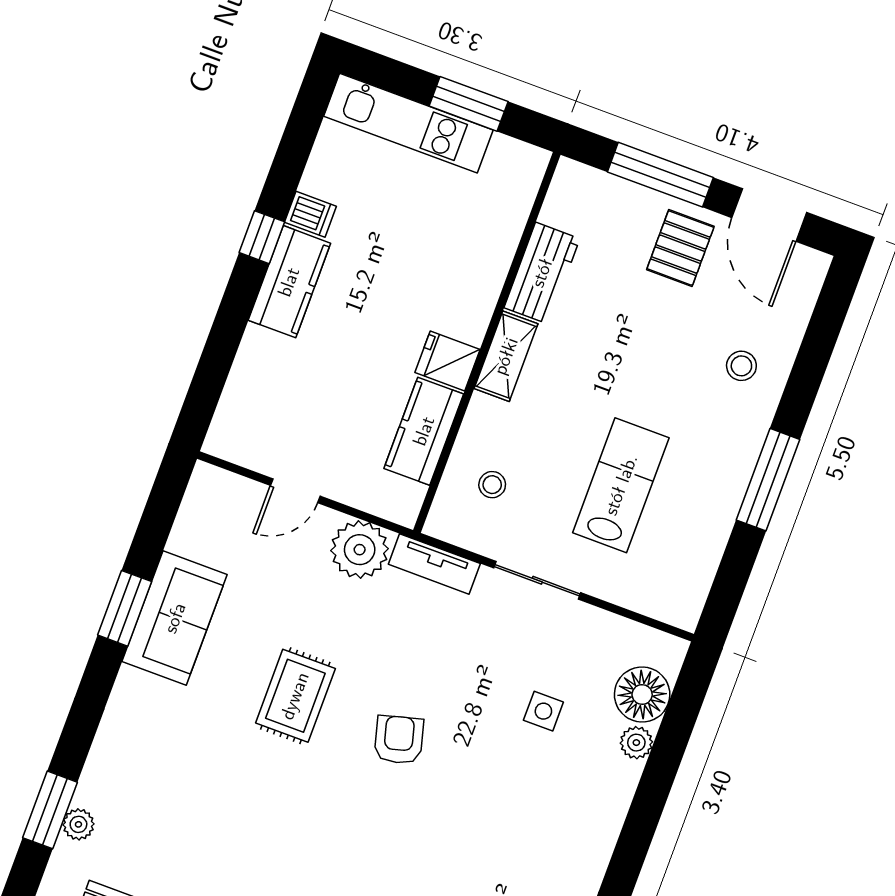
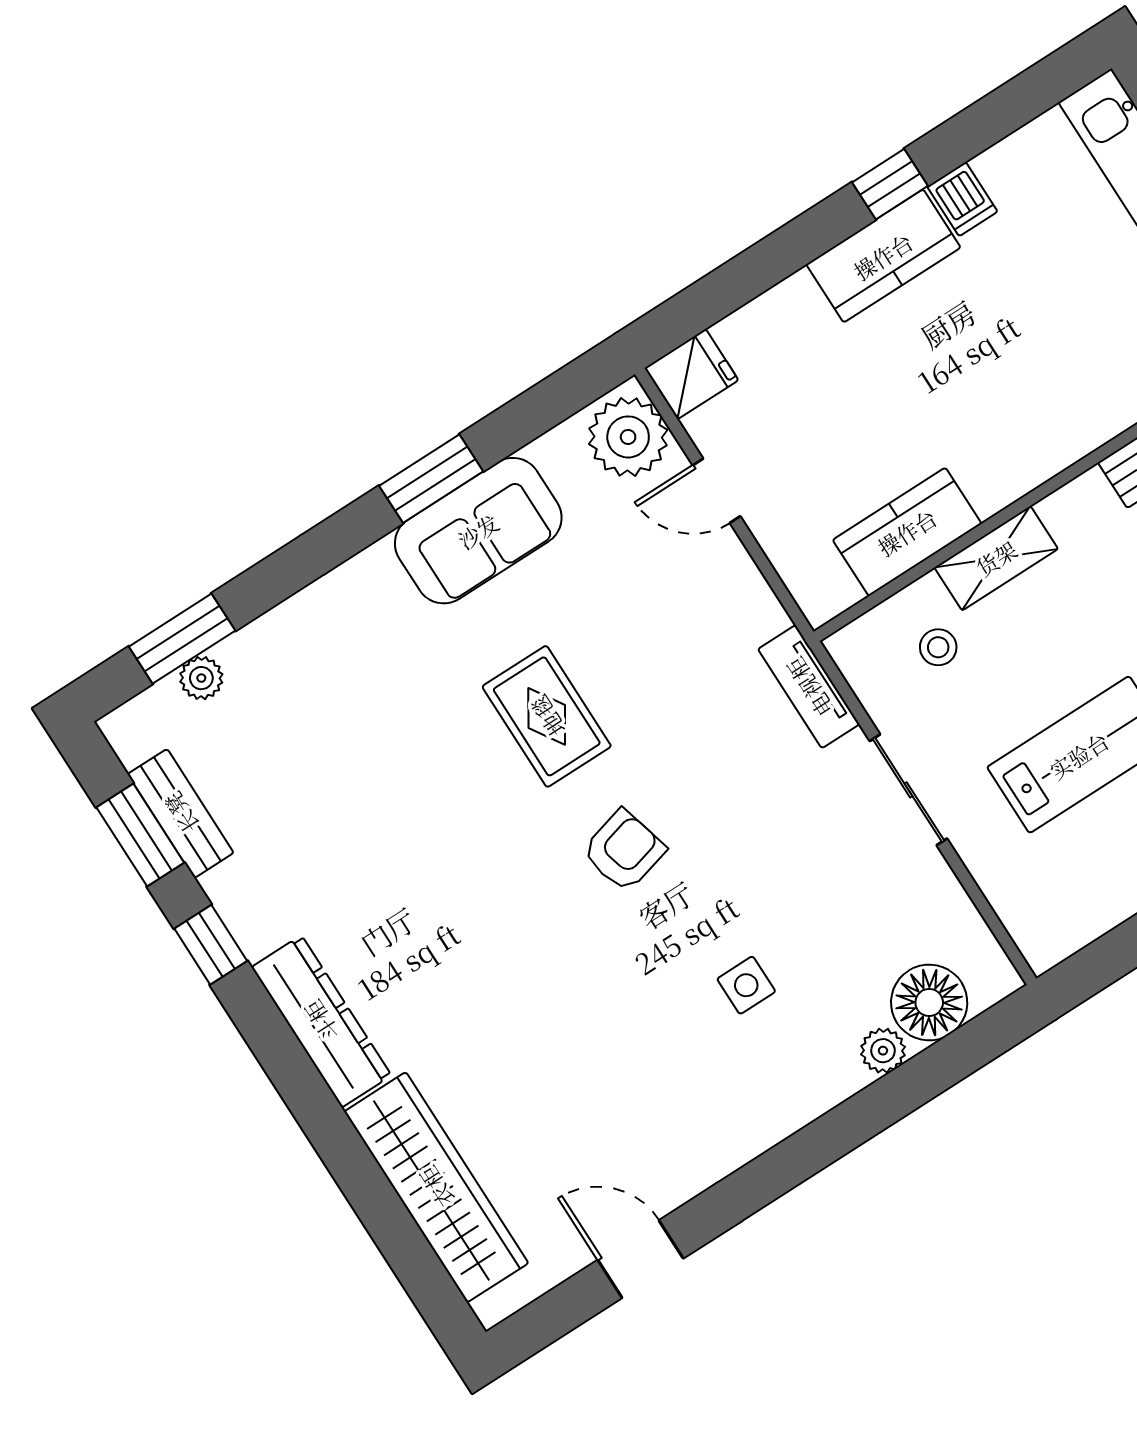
shelving: (506, 356) -> (996, 558), moved
fridge: (447, 361) -> (691, 374), moved, turned 90
plant: (360, 550) -> (628, 437), moved
rug: (295, 696) -> (547, 716), turned 90
side table: (543, 711) -> (746, 985), moved

